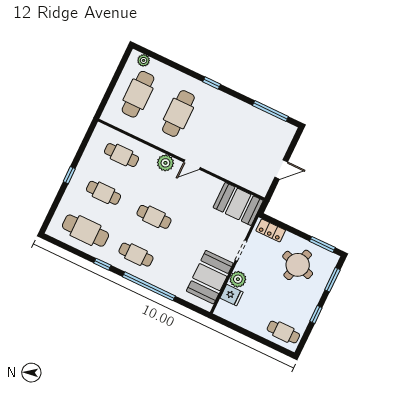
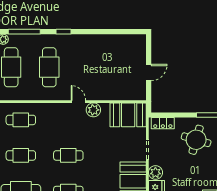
window: (270, 111) -> (24, 32), moved
plant: (165, 163) -> (93, 110), moved
door: (192, 165) -> (78, 102), swing flipped

